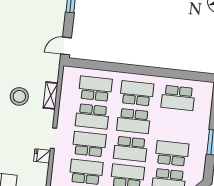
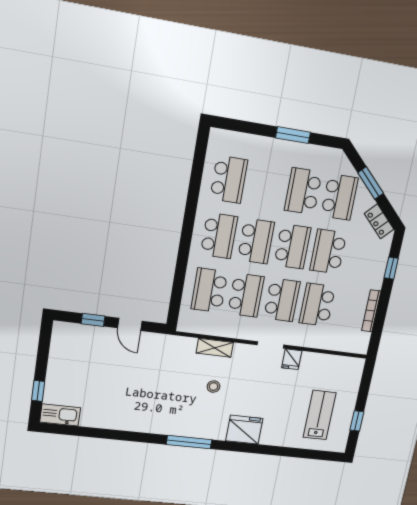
door: (66, 46) -> (130, 324), moved
school desk: (137, 93) -> (219, 236), turned 180
stool: (19, 96) -> (213, 387), width x0.53, depth x0.53
school desk: (89, 144) -> (282, 300), turned 180

